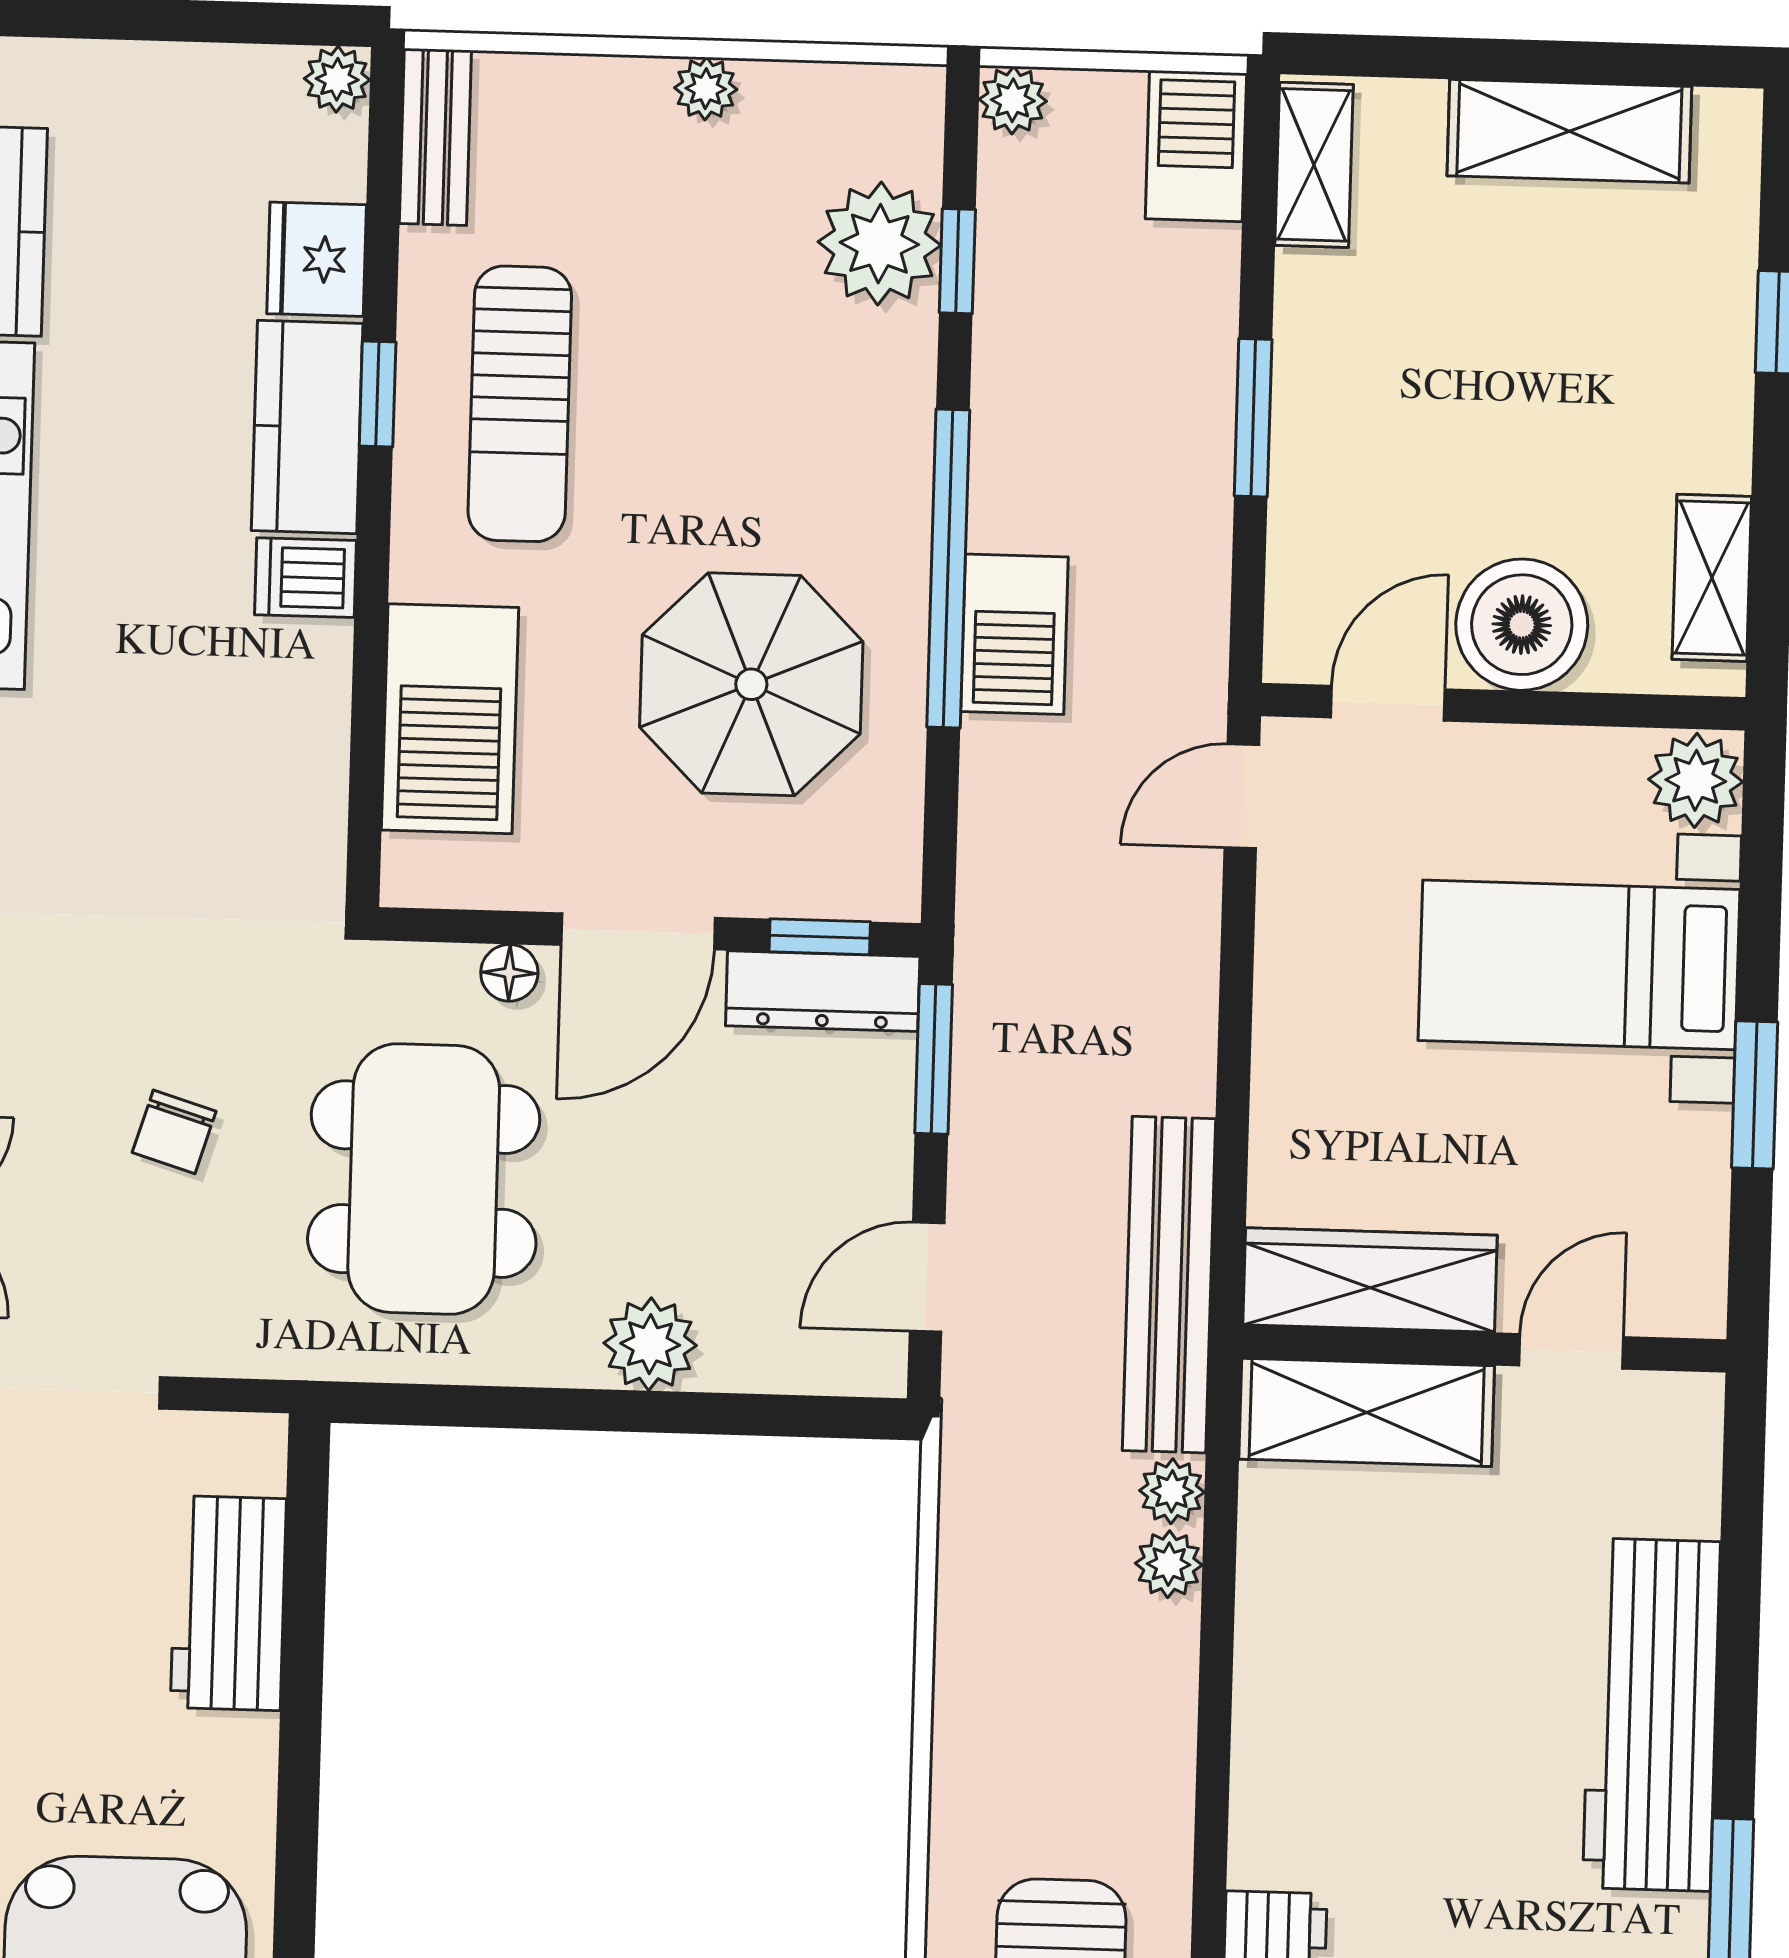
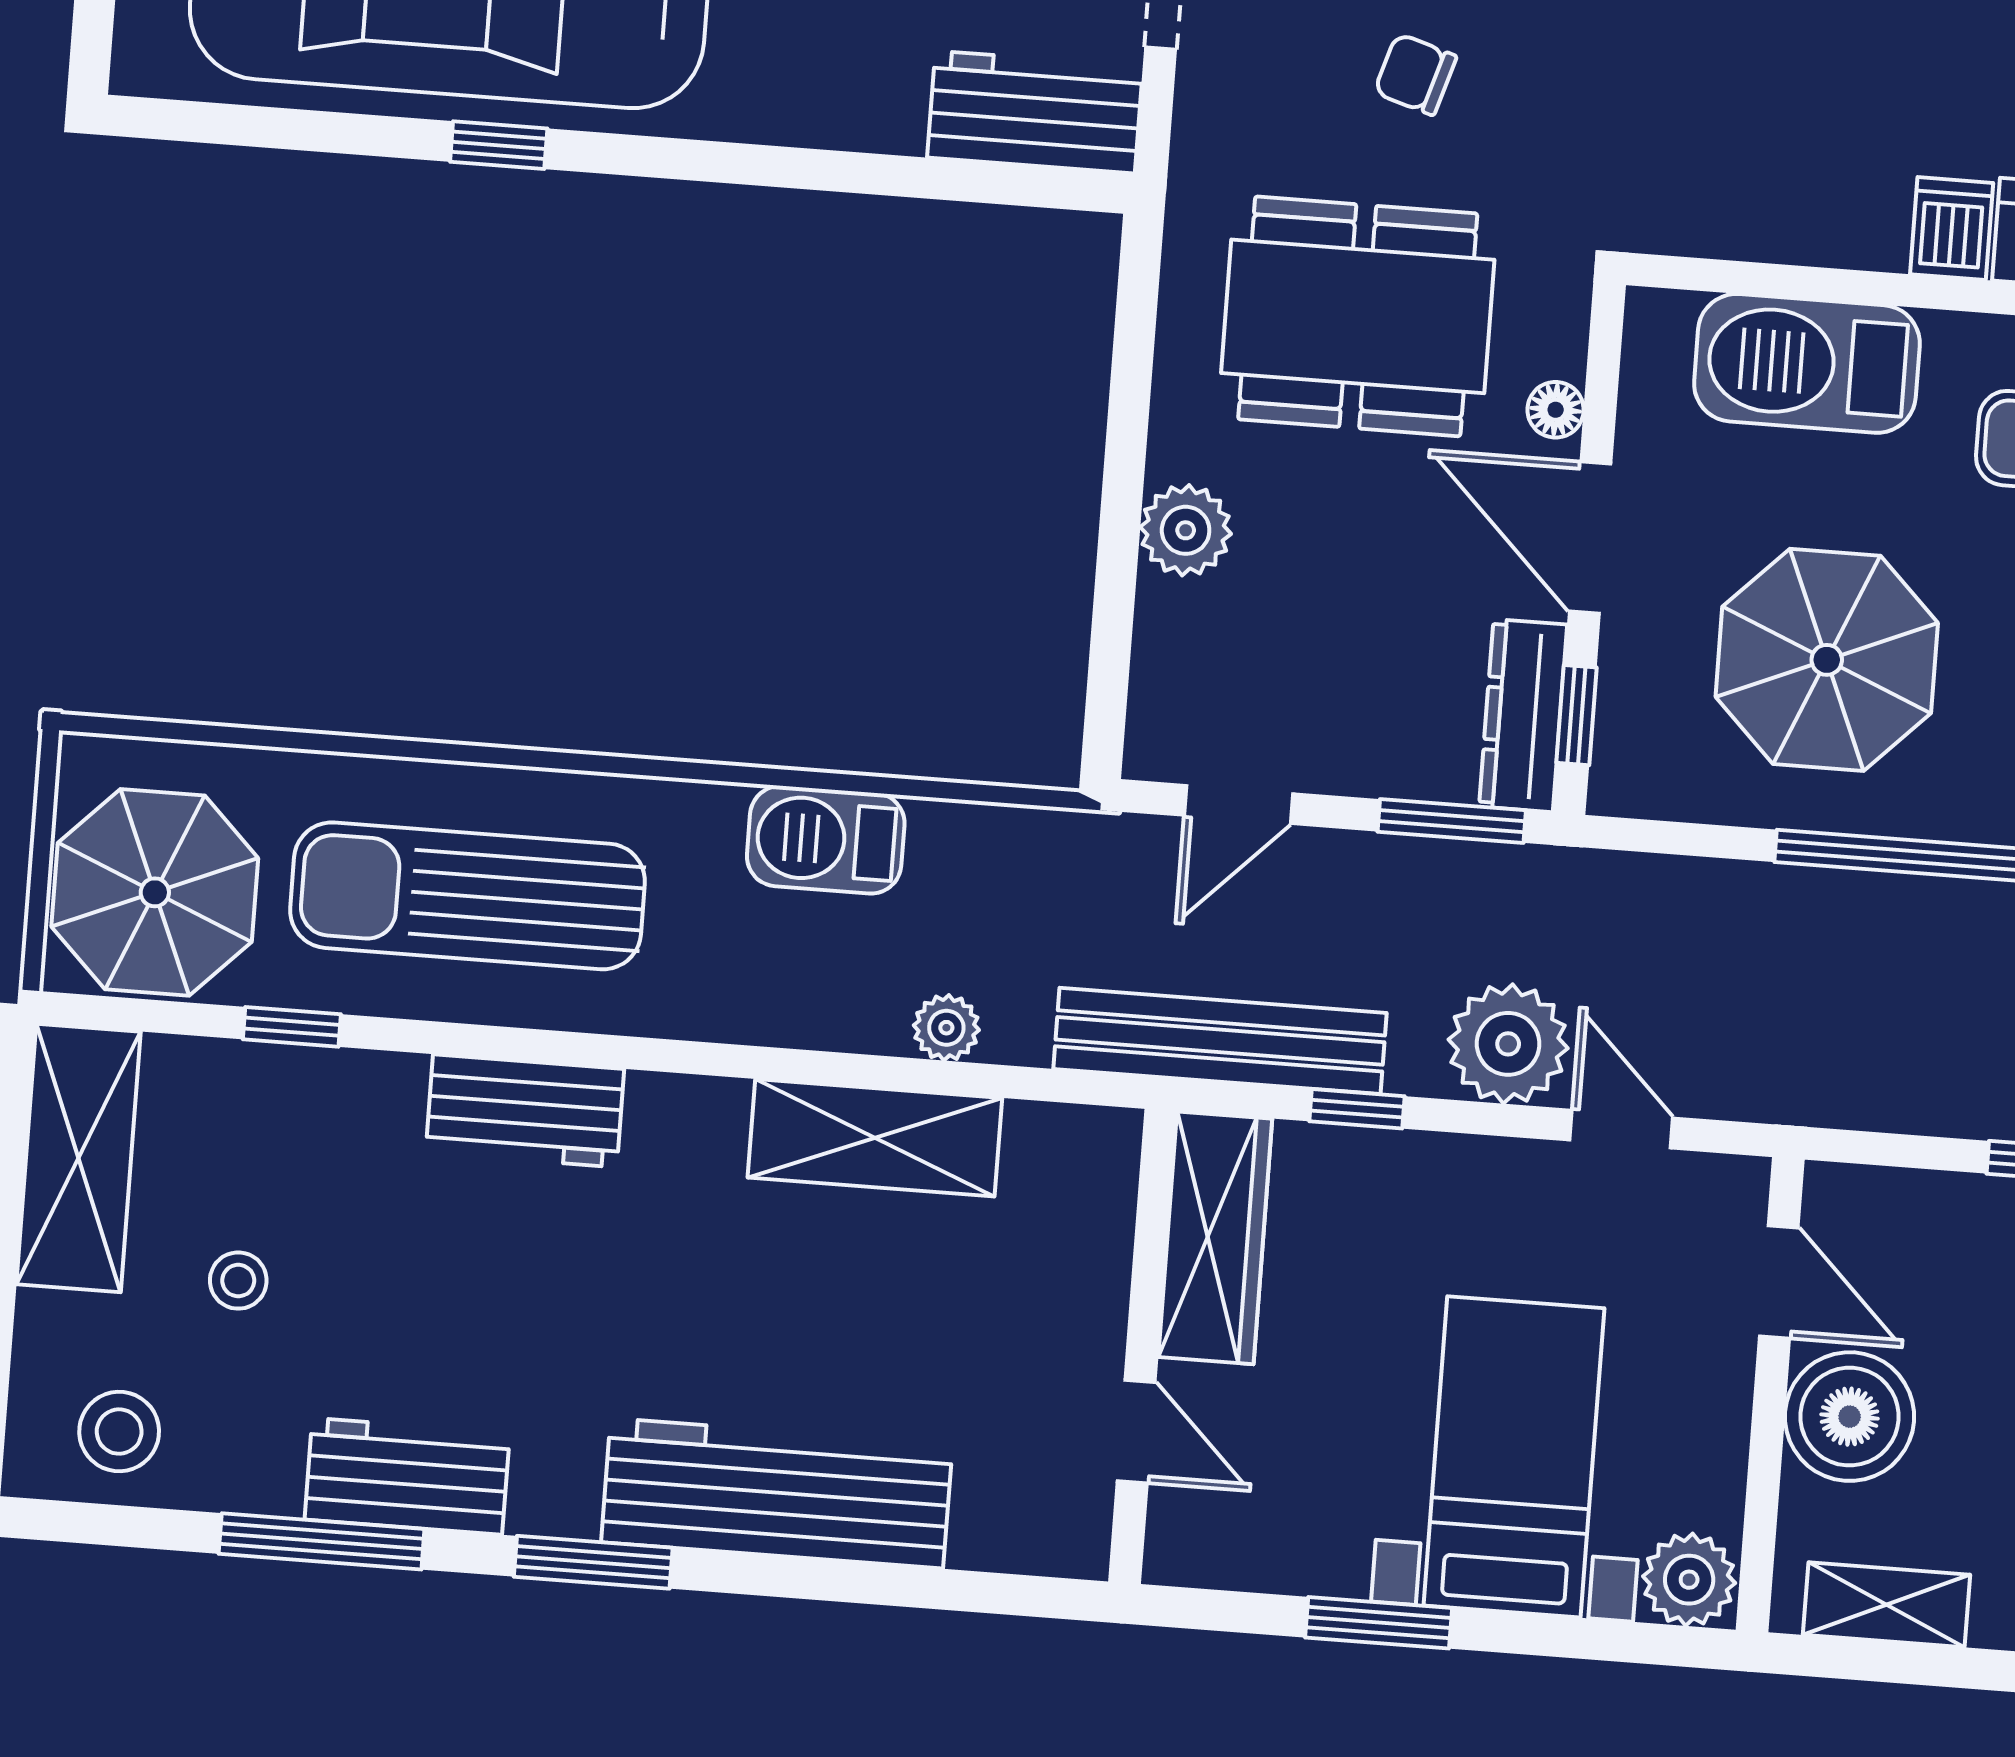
barbecue: (1014, 634) -> (826, 840), moved
door: (1242, 796) -> (1621, 1129), moved
window: (1232, 1142) -> (1357, 1109), added
door: (927, 1277) -> (1238, 805), swing flipped
shelving: (1367, 1412) -> (875, 1138), moved, turned 90
plant: (1172, 1491) -> (1508, 1044), moved, width x1.88, depth x1.88
workbench: (228, 1603) -> (1035, 112), moved

